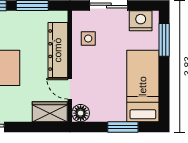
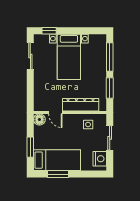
window: (164, 40) -> (58, 174), moved
door: (70, 89) -> (55, 112), swing flipped
wardrobe: (50, 112) -> (40, 99), removed

